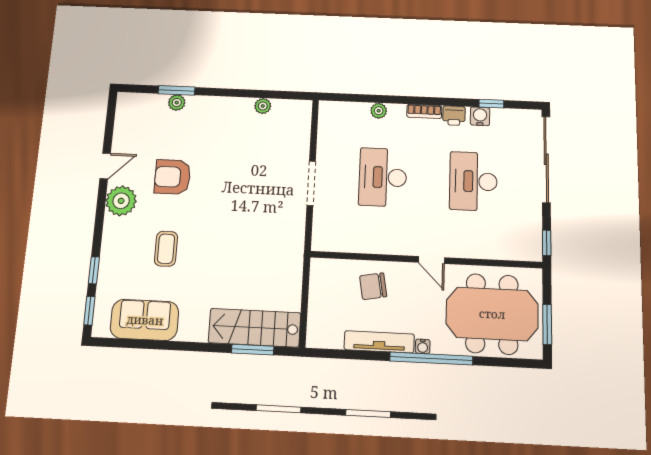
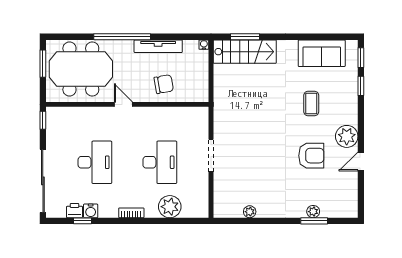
plant: (379, 111) -> (170, 207), width x1.88, depth x1.88
printer: (454, 116) -> (75, 211), moved
water cooler: (423, 346) -> (204, 45), moved

